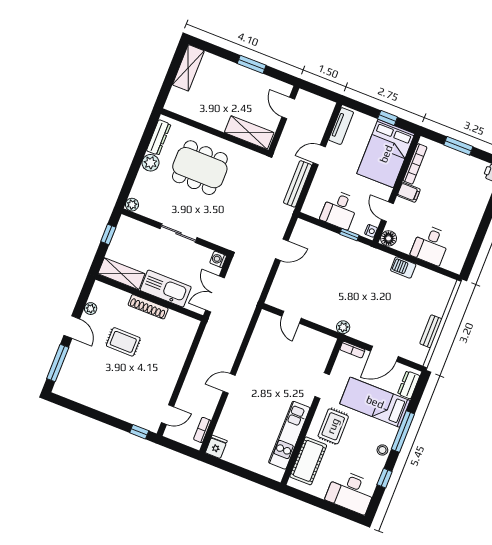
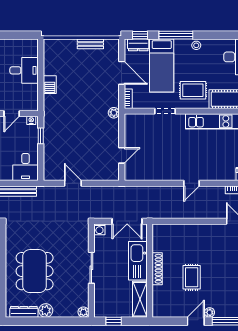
desk: (340, 210) -> (25, 167), moved, turned 90
floor lamp: (389, 238) -> (32, 105), removed
plant: (91, 309) -> (210, 312), moved
door: (229, 383) -> (191, 183), hinge flipped
window: (385, 478) -> (140, 35), moved

